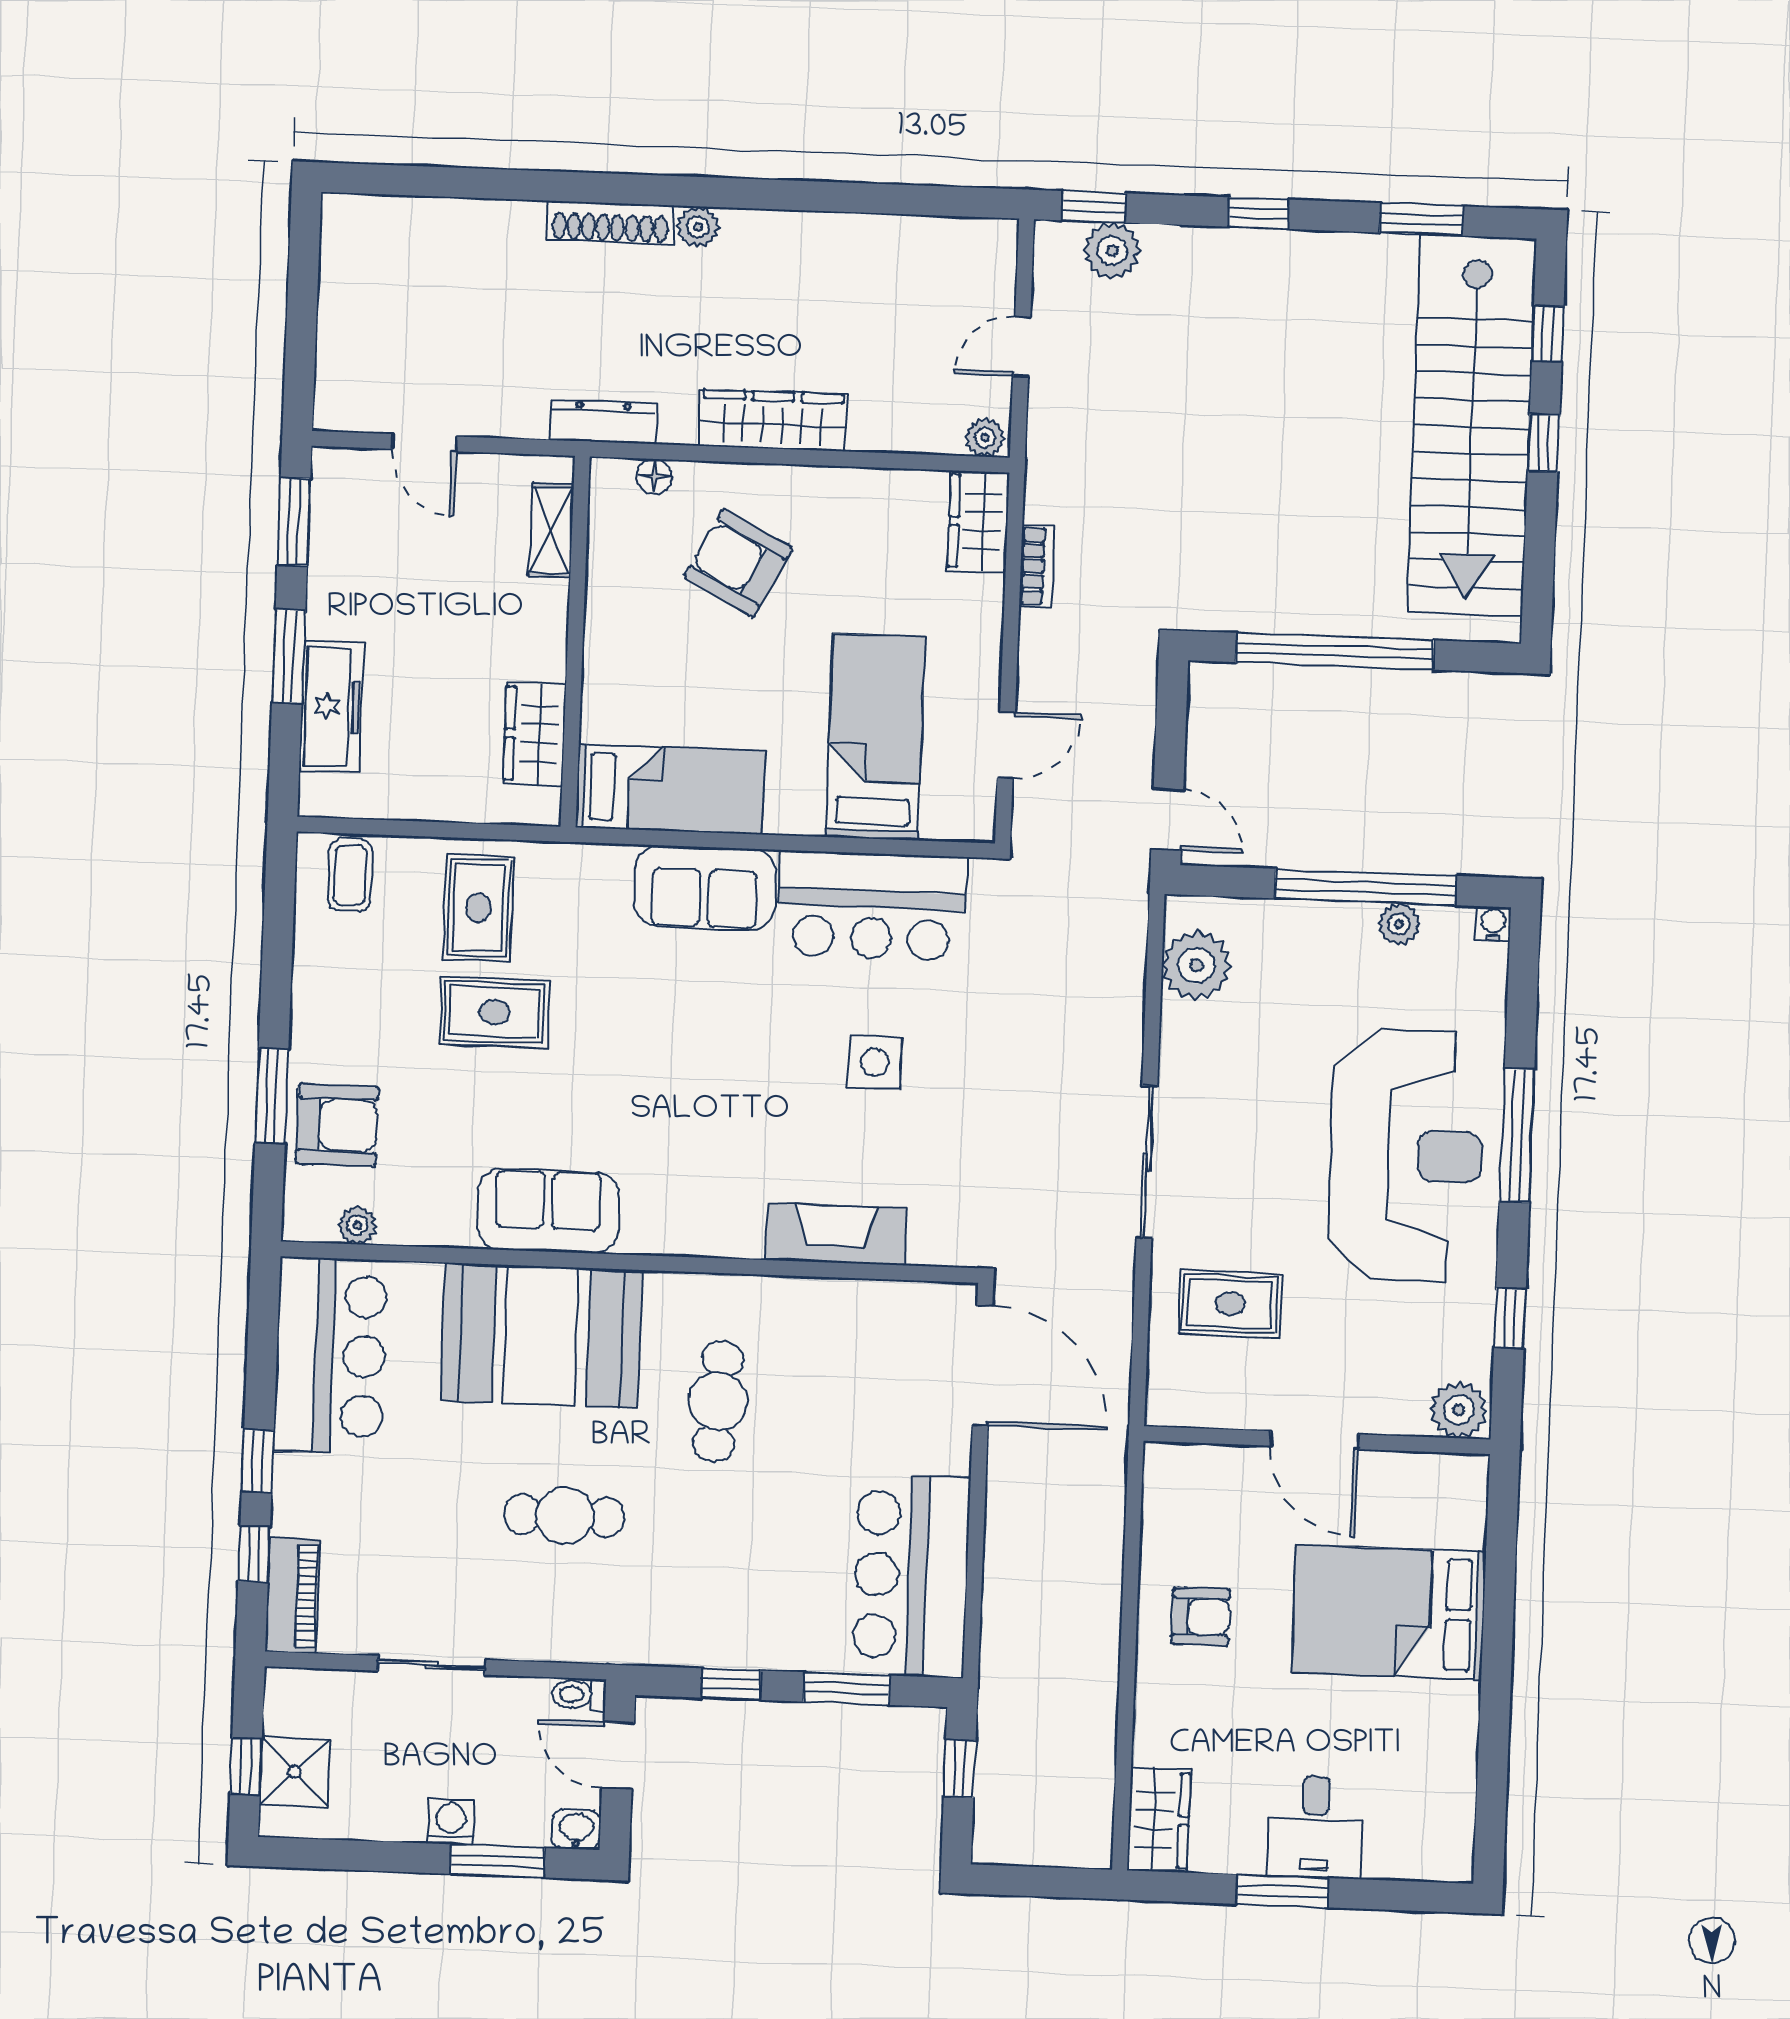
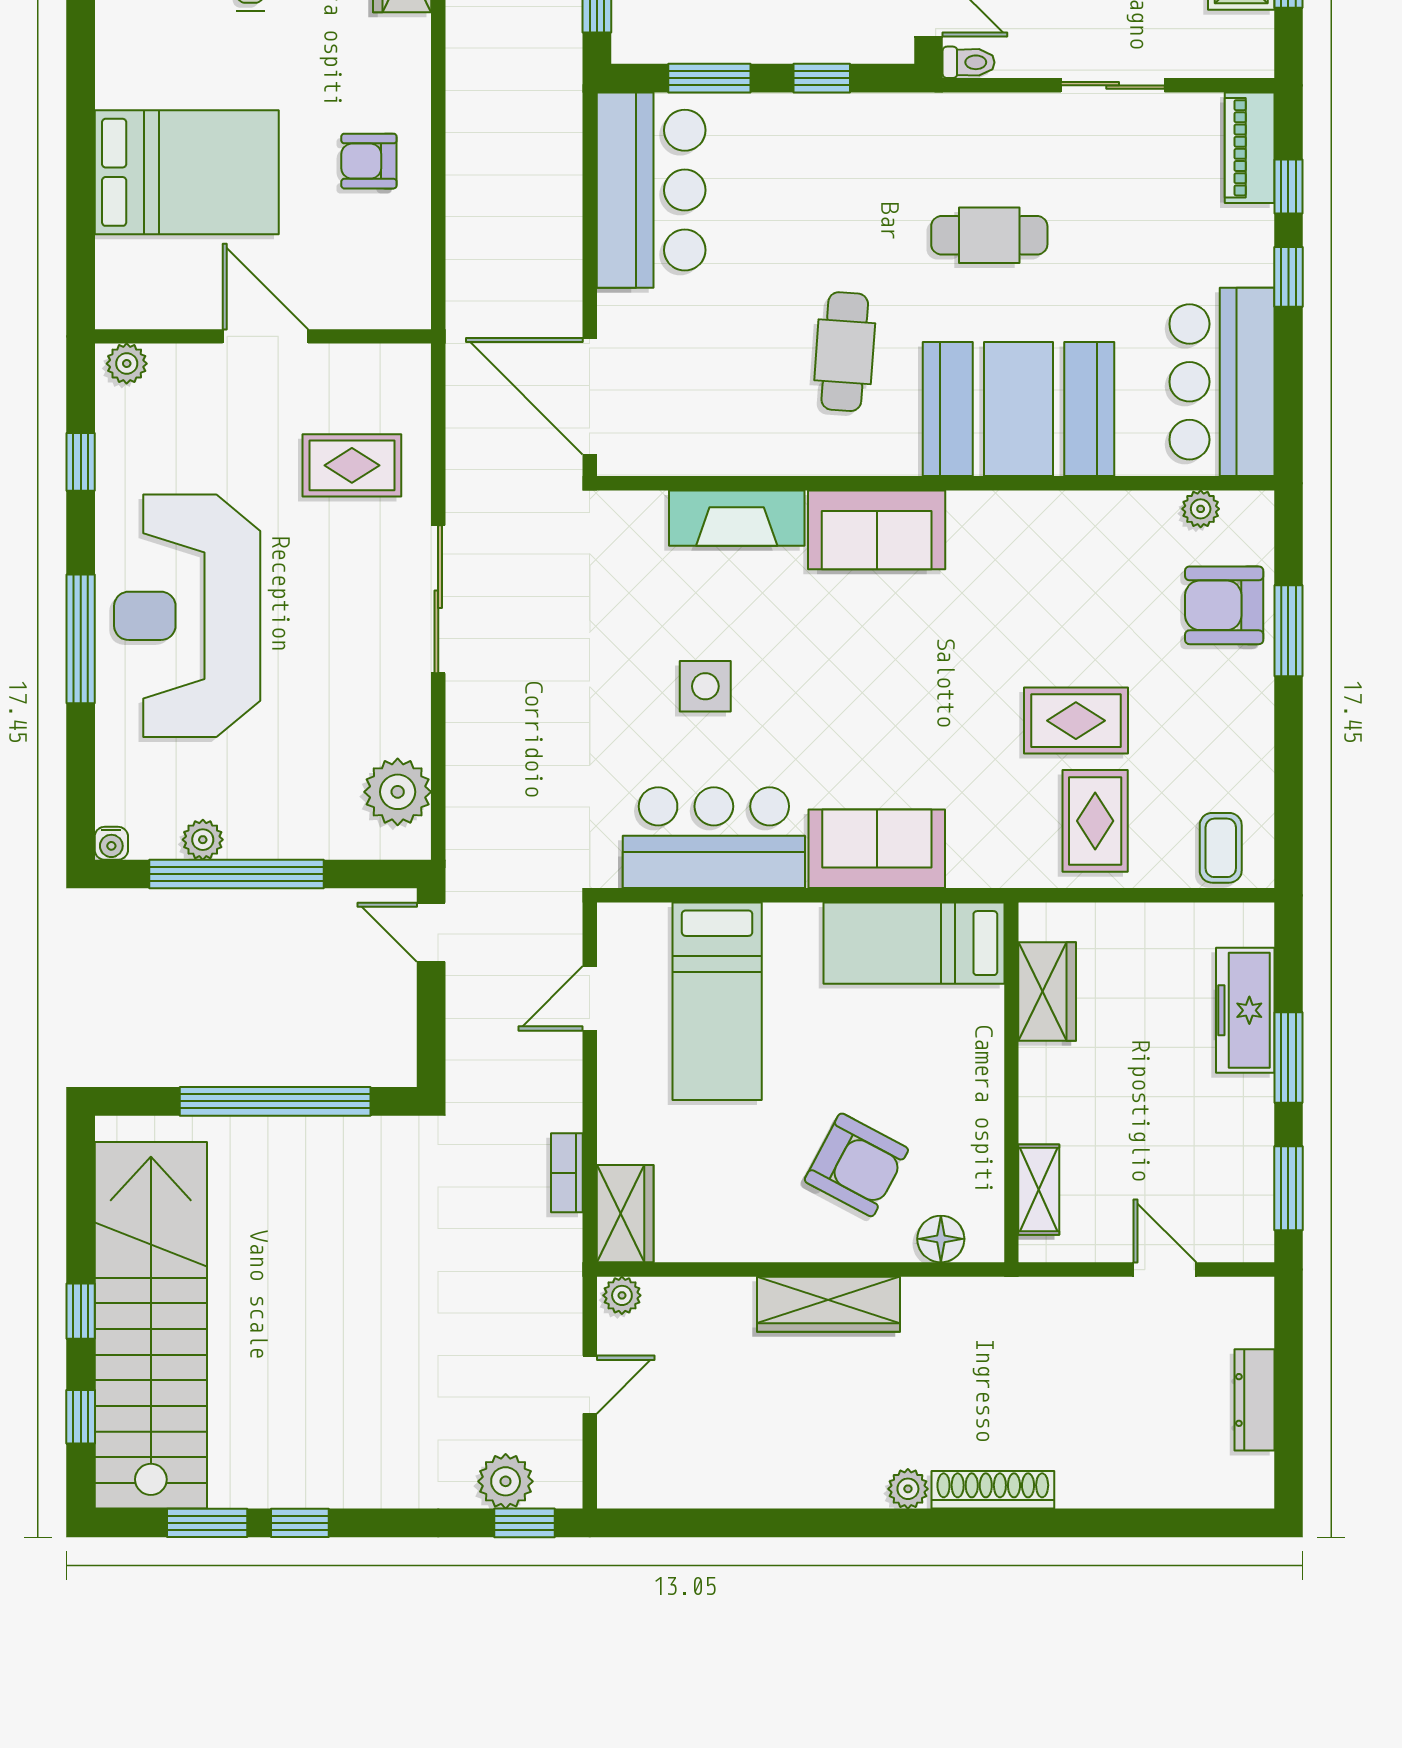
window: (1259, 213) -> (300, 1523), moved
dresser: (603, 422) -> (1254, 1400), moved, turned 90
floor lamp: (654, 477) -> (941, 1239), width x1.37, depth x1.37
sofa: (548, 1211) -> (877, 530), moved
plant: (1459, 1410) -> (127, 364), width x0.73, depth x0.73

